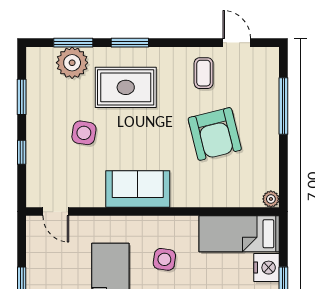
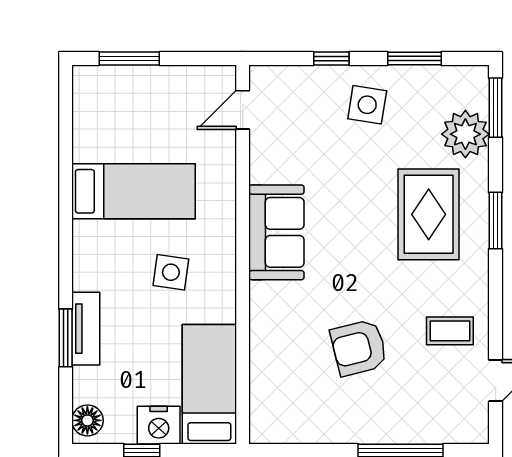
window: (73, 43) -> (496, 108), moved
side table: (84, 133) -> (367, 105), moved
armchair: (215, 134) -> (359, 348), width x0.73, depth x0.73
plant: (271, 199) -> (261, 432), removed

